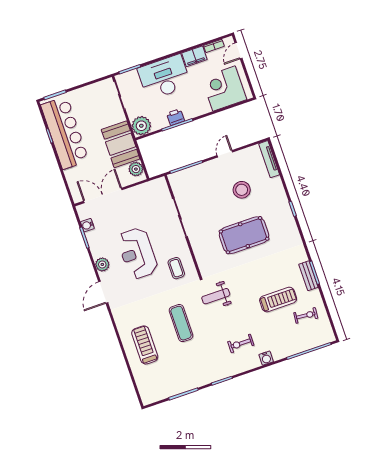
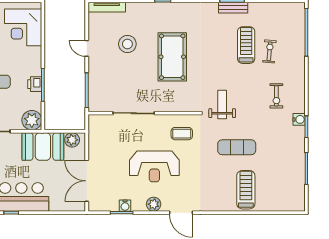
water cooler: (87, 225) -> (125, 206), moved
weight bench: (216, 296) -> (222, 105), turned 180
exercise bike: (306, 315) -> (269, 51), moved
treadmill: (145, 345) -> (246, 190), turned 90
water cooler: (266, 358) -> (299, 119), moved

